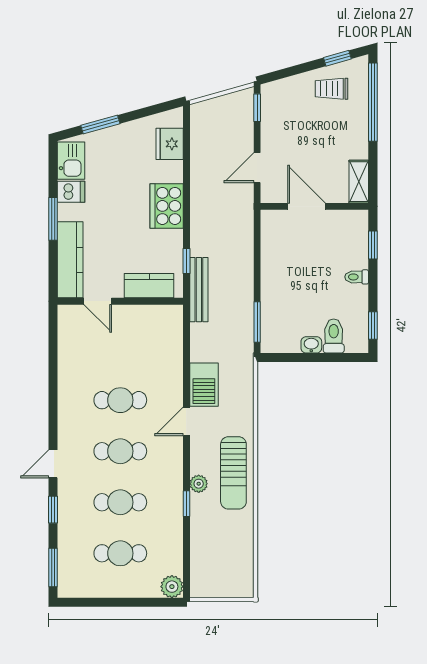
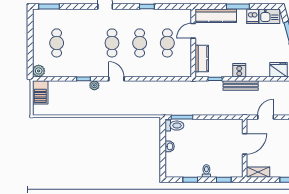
door: (257, 168) -> (266, 117), hinge flipped
cooker: (167, 206) -> (239, 70), width x0.53, depth x0.76
bench: (199, 290) -> (241, 86), moved
window: (373, 325) -> (190, 180), moved
toilet: (334, 336) -> (174, 126), moved
barbecue: (204, 385) -> (40, 92), moved, turned -90
door: (186, 421) -> (116, 79), moved
sun lounger: (233, 473) -> (100, 104), removed
cafe table: (120, 502) -> (167, 43), moved
window: (53, 510) -> (147, 7), moved

